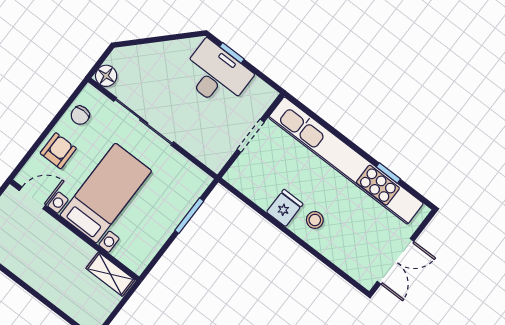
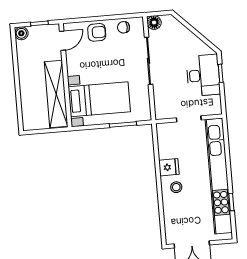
bed with nightstands: (106, 193) -> (99, 99), moved
door: (32, 198) -> (62, 41), hinge flipped
shelving: (110, 274) -> (56, 94), width x2.20, depth x1.33

